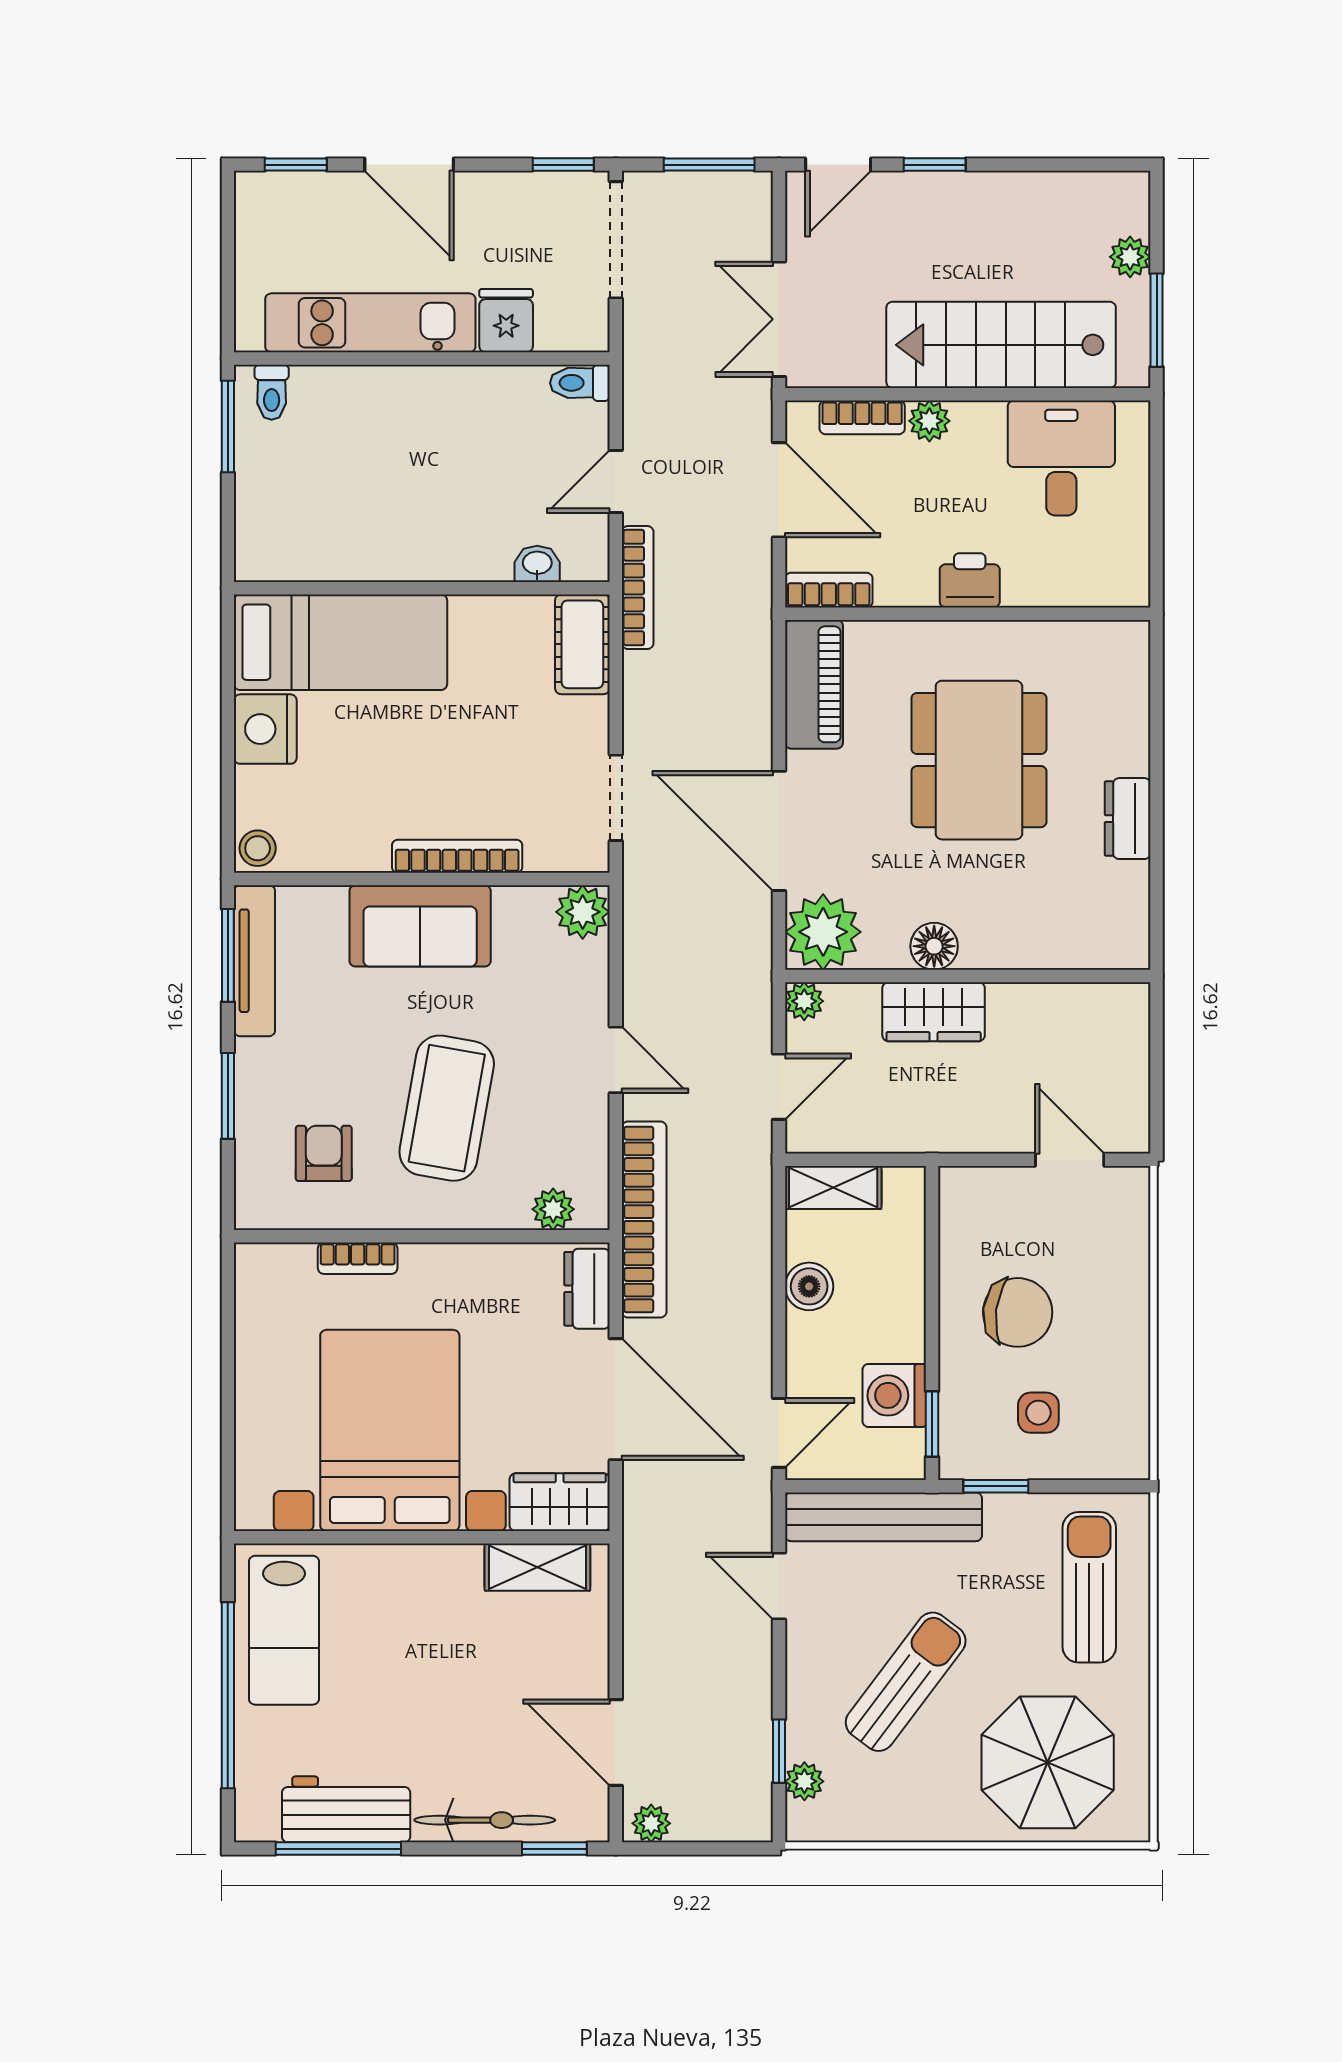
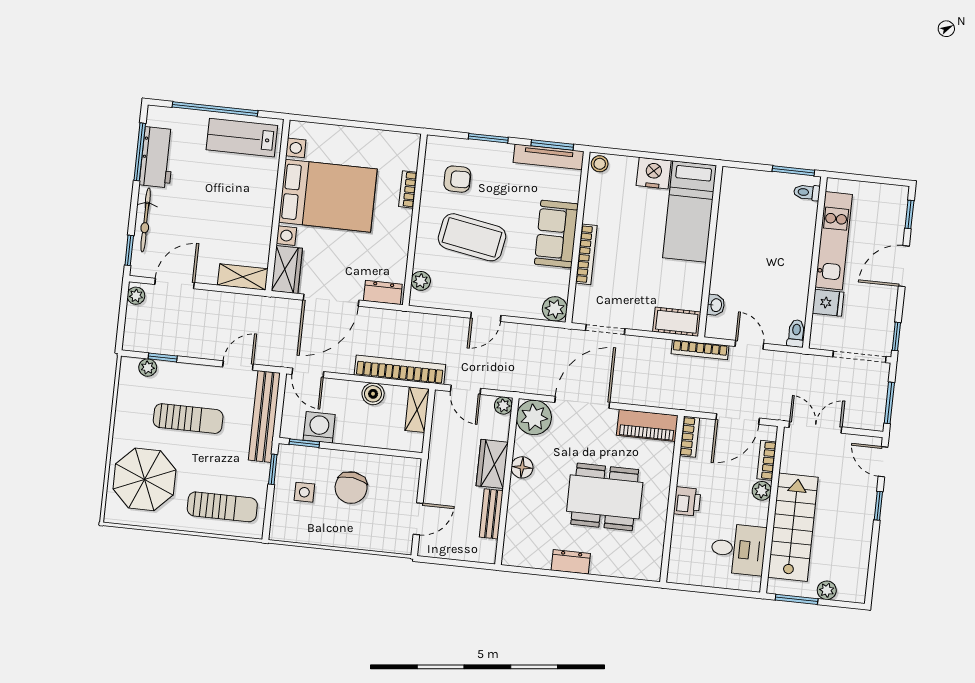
bench: (1042, 1002) -> (491, 514), added
bookcase: (644, 1219) -> (400, 370), moved, turned 180
shelving: (537, 1567) -> (243, 277), moved, turned 90
sun lounger: (906, 1682) -> (188, 419), turned -37

